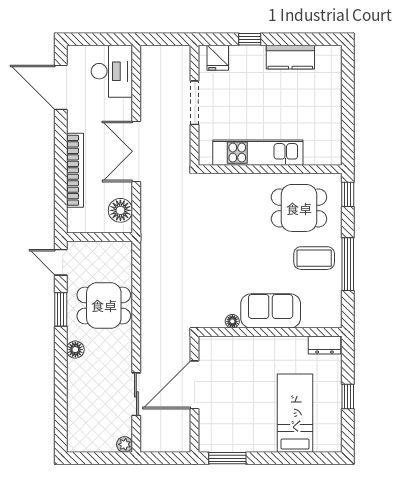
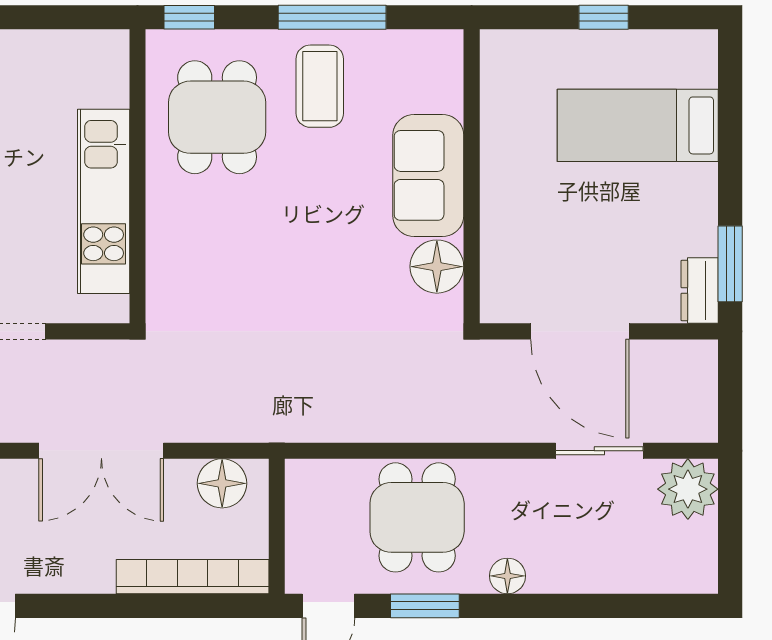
bookcase: (75, 170) -> (193, 577), moved
floor lamp: (232, 321) -> (437, 267), width x1.89, depth x1.89
dresser: (325, 345) -> (700, 290), moved, turned 180
plant: (125, 444) -> (688, 489), width x1.87, depth x1.87

